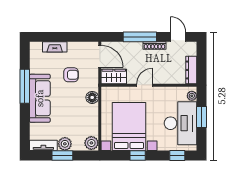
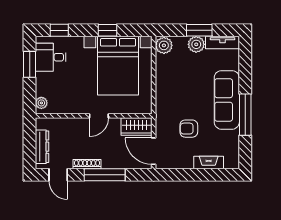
dresser: (191, 70) -> (42, 147), moved
floor lamp: (92, 97) -> (163, 101), removed
window: (202, 117) -> (30, 64), moved
desk: (181, 123) -> (51, 57), width x0.53, depth x0.77

